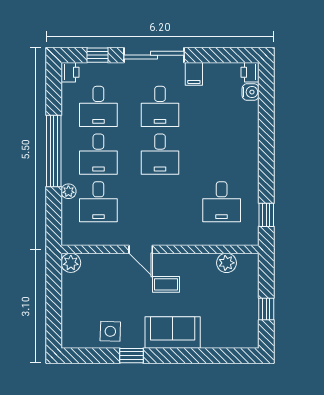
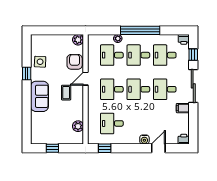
water cooler: (251, 92) -> (144, 140), moved
door: (266, 118) -> (158, 148), added
desk: (160, 202) -> (112, 89), added
armchair: (111, 269) -> (75, 62), added

